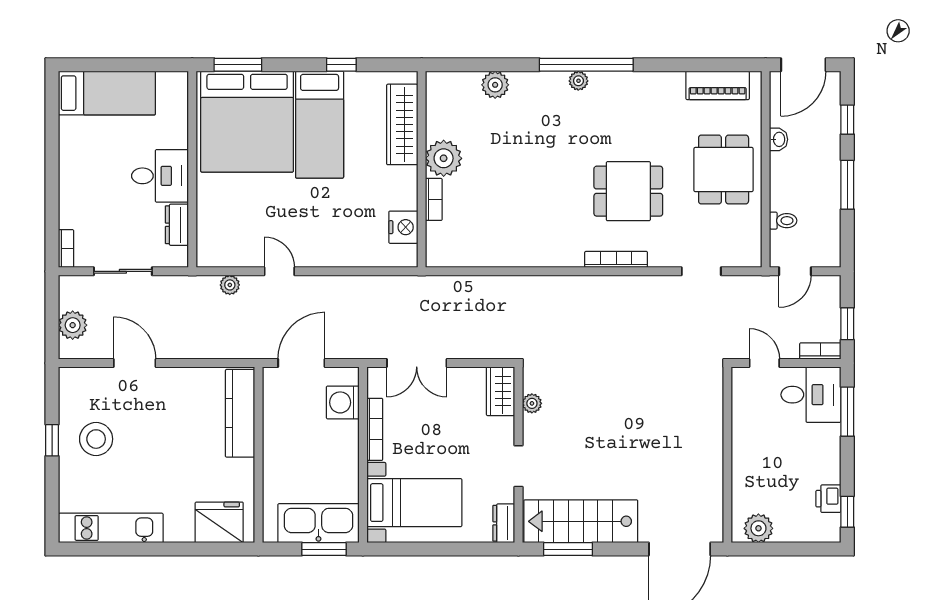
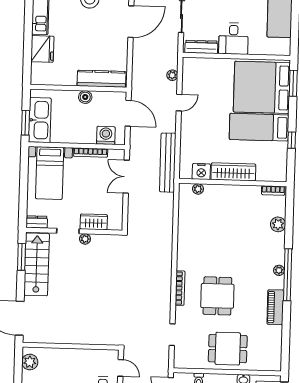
piano: (718, 85) -> (275, 307), moved
wardrobe: (402, 124) -> (233, 172), moved
plant: (444, 158) -> (198, 189), moved, width x0.53, depth x0.53
bookcase: (434, 199) -> (273, 190), moved
dresser: (177, 225) -> (201, 47), width x1.44
bench: (389, 288) -> (168, 163), added
door: (135, 363) -> (131, 22), width x1.36
door: (764, 363) -> (121, 368), hinge flipped
wardrobe: (500, 391) -> (94, 222), moved
plant: (532, 403) -> (85, 239), moved
boiler: (274, 442) -> (85, 97), added
fridge: (219, 522) -> (42, 49), moved

